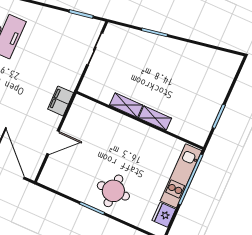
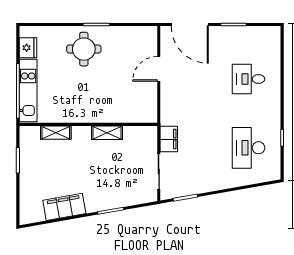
filing cabinet: (195, 55) -> (64, 207), added
filing cabinet: (61, 101) -> (169, 139), moved
shelving: (155, 118) -> (56, 133), moved

